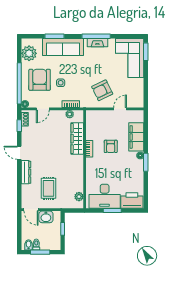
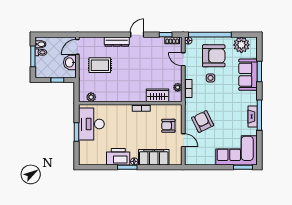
sofa: (63, 47) -> (248, 75), width x0.73
wardrobe: (77, 139) -> (158, 95), width x0.67
armchair: (111, 146) -> (168, 126), moved
printer: (132, 201) -> (118, 157), moved, turned -90

